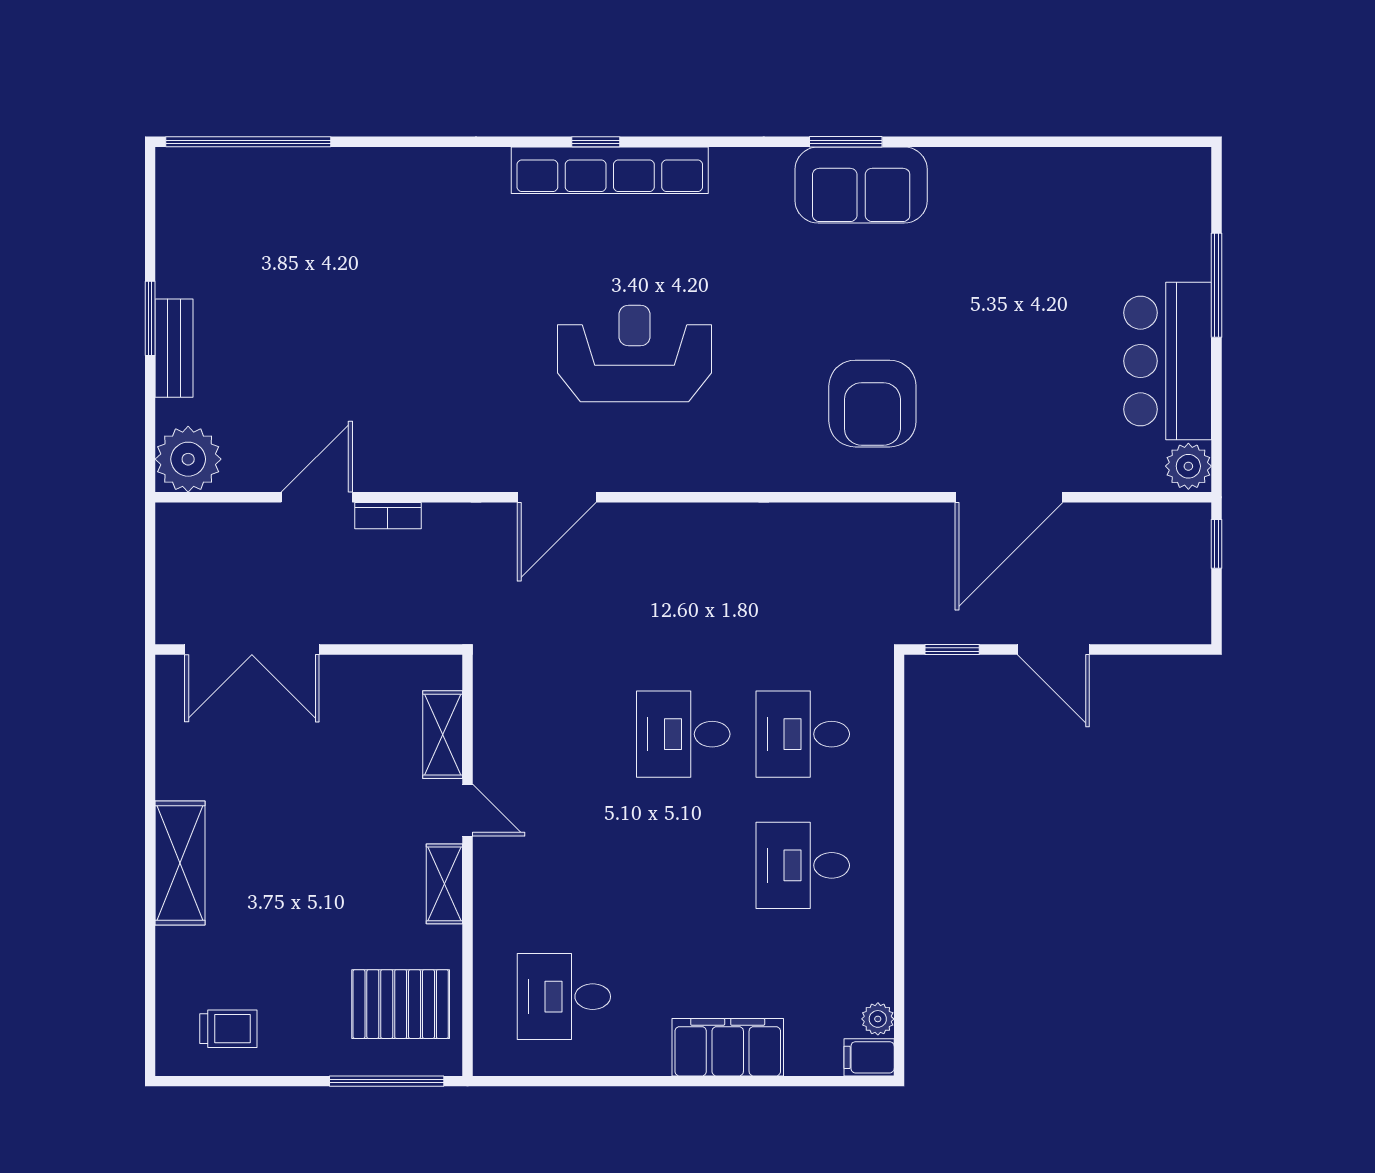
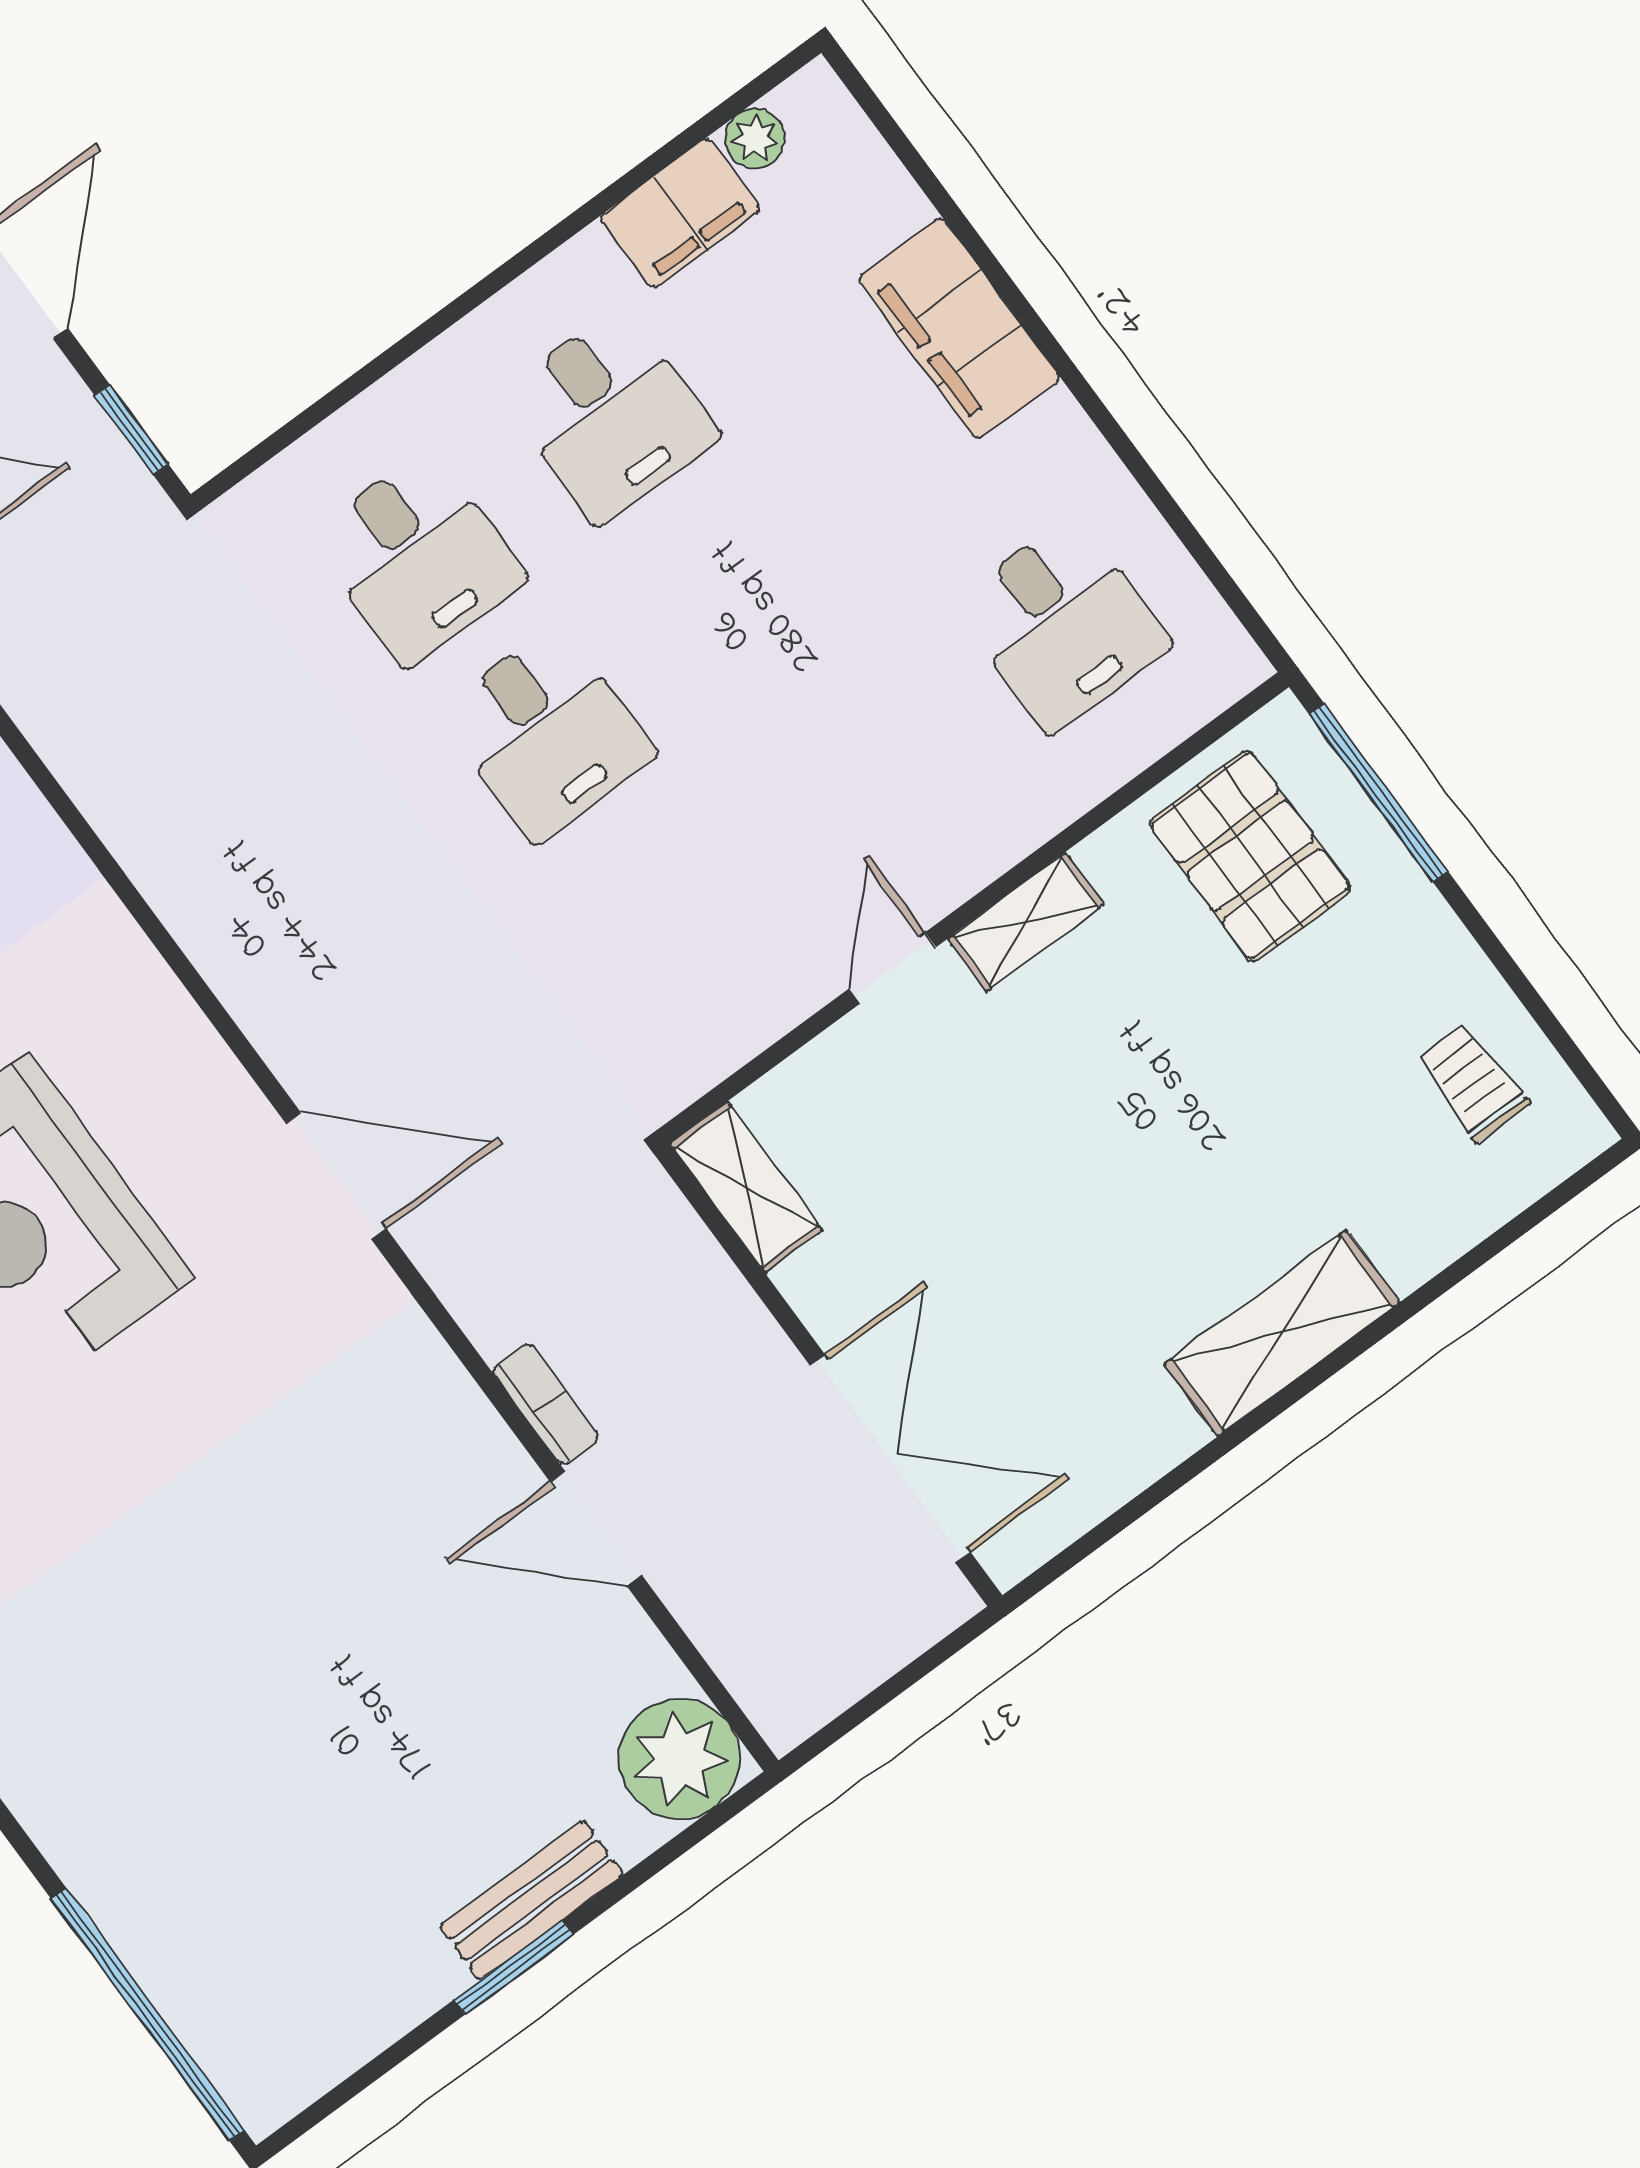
shelving: (443, 735) -> (746, 1187), moved, turned 90
filing cabinet: (869, 1057) -> (680, 213), moved, width x2.00

